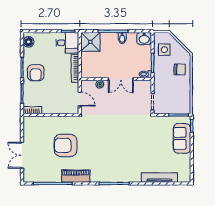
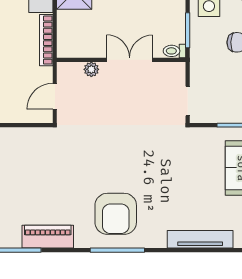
double door: (121, 79) -> (130, 60), swing flipped
door: (80, 99) -> (55, 96), swing flipped
armchair: (66, 145) -> (116, 214), moved, turned -90

